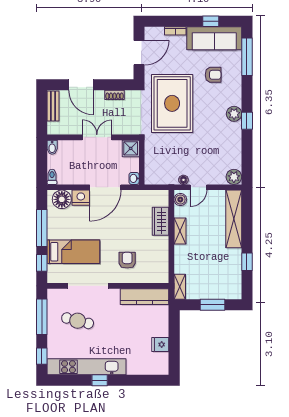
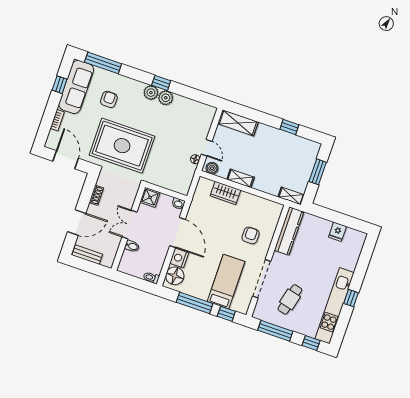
bidet: (52, 147) -> (132, 246), moved
plant: (234, 177) -> (166, 98), moved
shelving: (234, 219) -> (238, 123), width x0.68
armchair: (127, 260) -> (251, 235), turned 90

